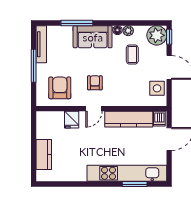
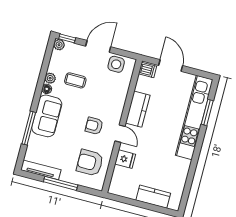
plant: (157, 35) -> (59, 45), width x0.53, depth x0.53
kitchen counter: (129, 119) -> (138, 109), width x0.67

